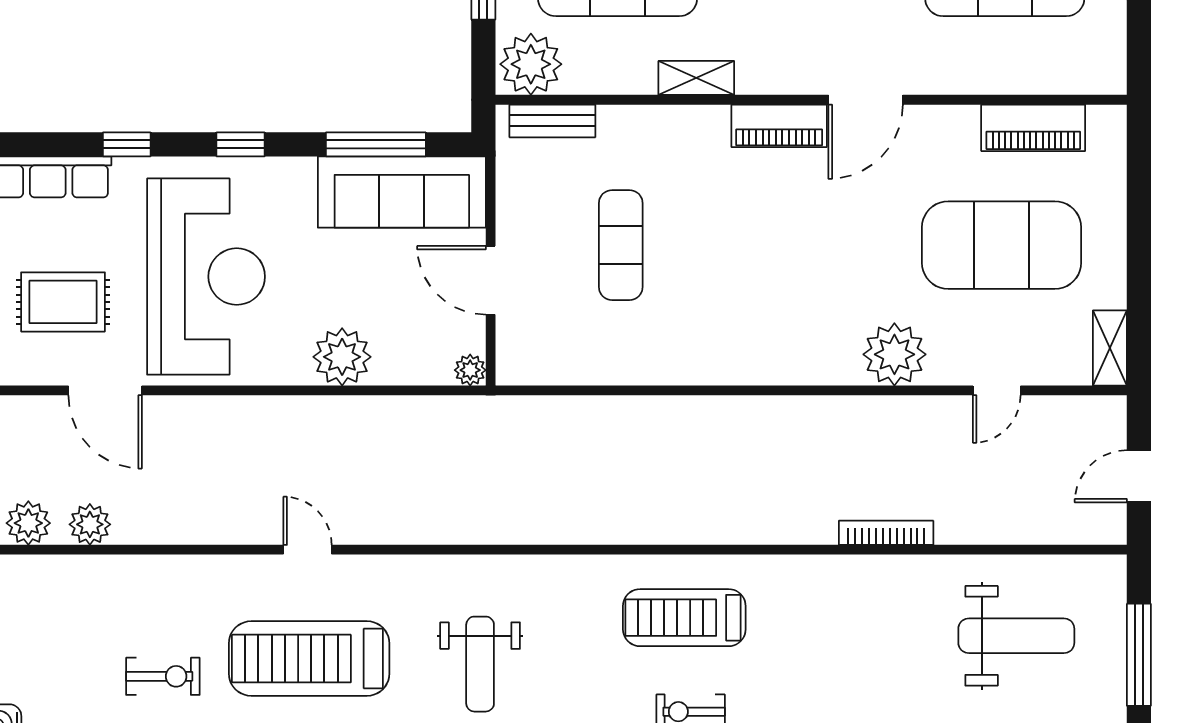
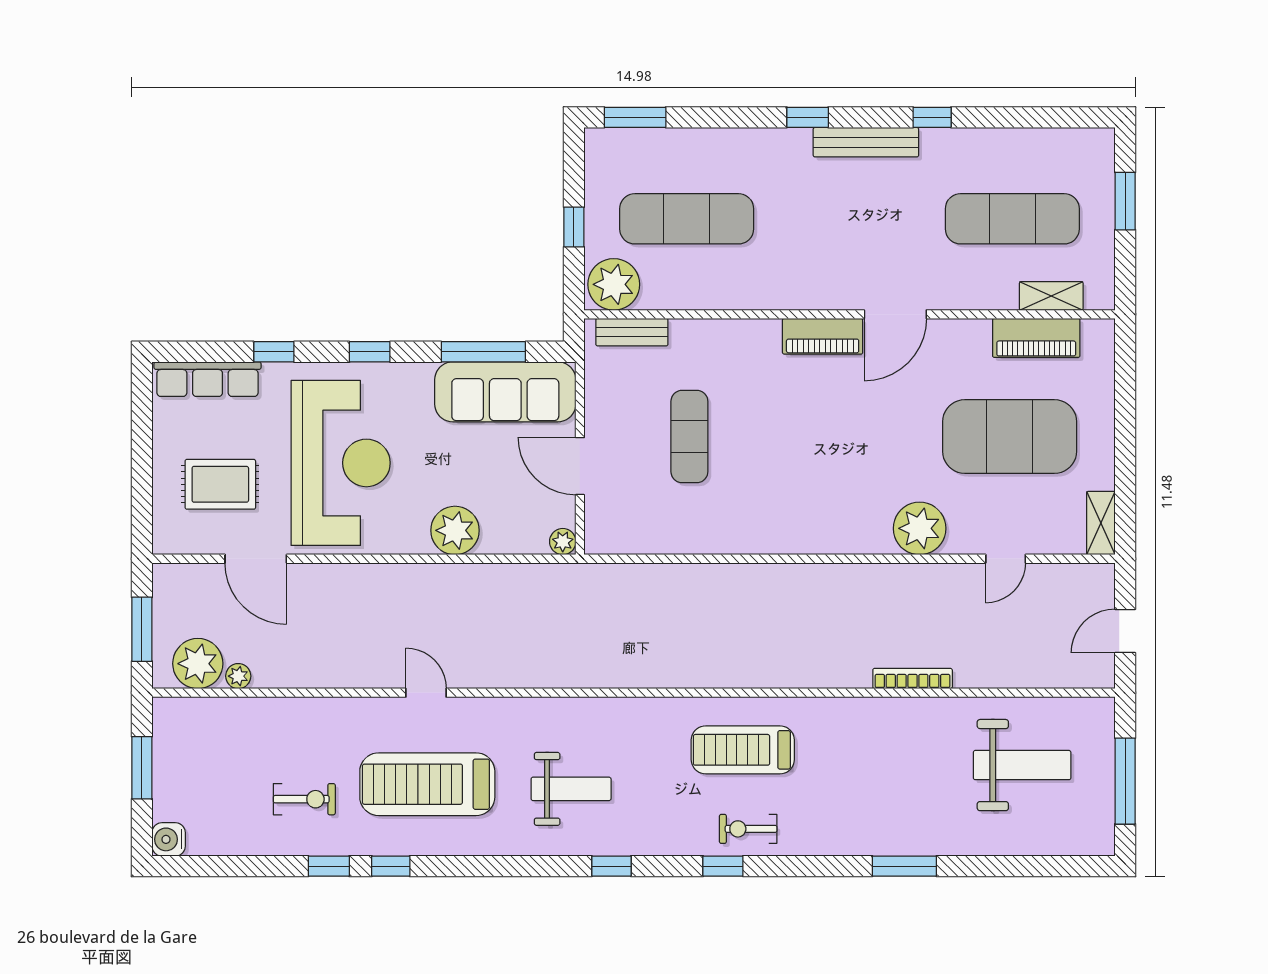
shelving: (696, 78) -> (1051, 296), moved
plant: (28, 523) -> (198, 664), width x1.36, depth x1.36
plant: (90, 524) -> (238, 676), width x0.73, depth x0.73
weight bench: (480, 664) -> (571, 789), turned -90

